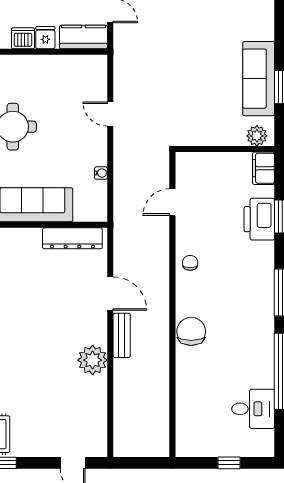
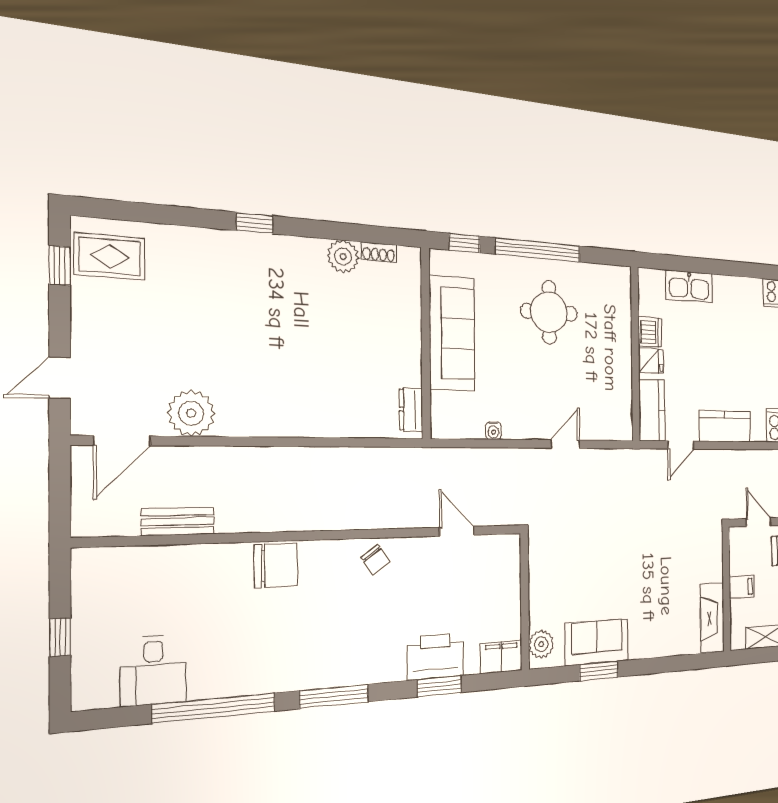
sofa: (259, 79) -> (597, 642), width x0.73
dresser: (72, 238) -> (411, 410), width x0.51, depth x0.80
chair: (190, 263) -> (375, 560), turned 55
door: (110, 294) -> (122, 441), moved
bench: (122, 335) -> (178, 521), moved
plant: (93, 360) -> (191, 413), moved

